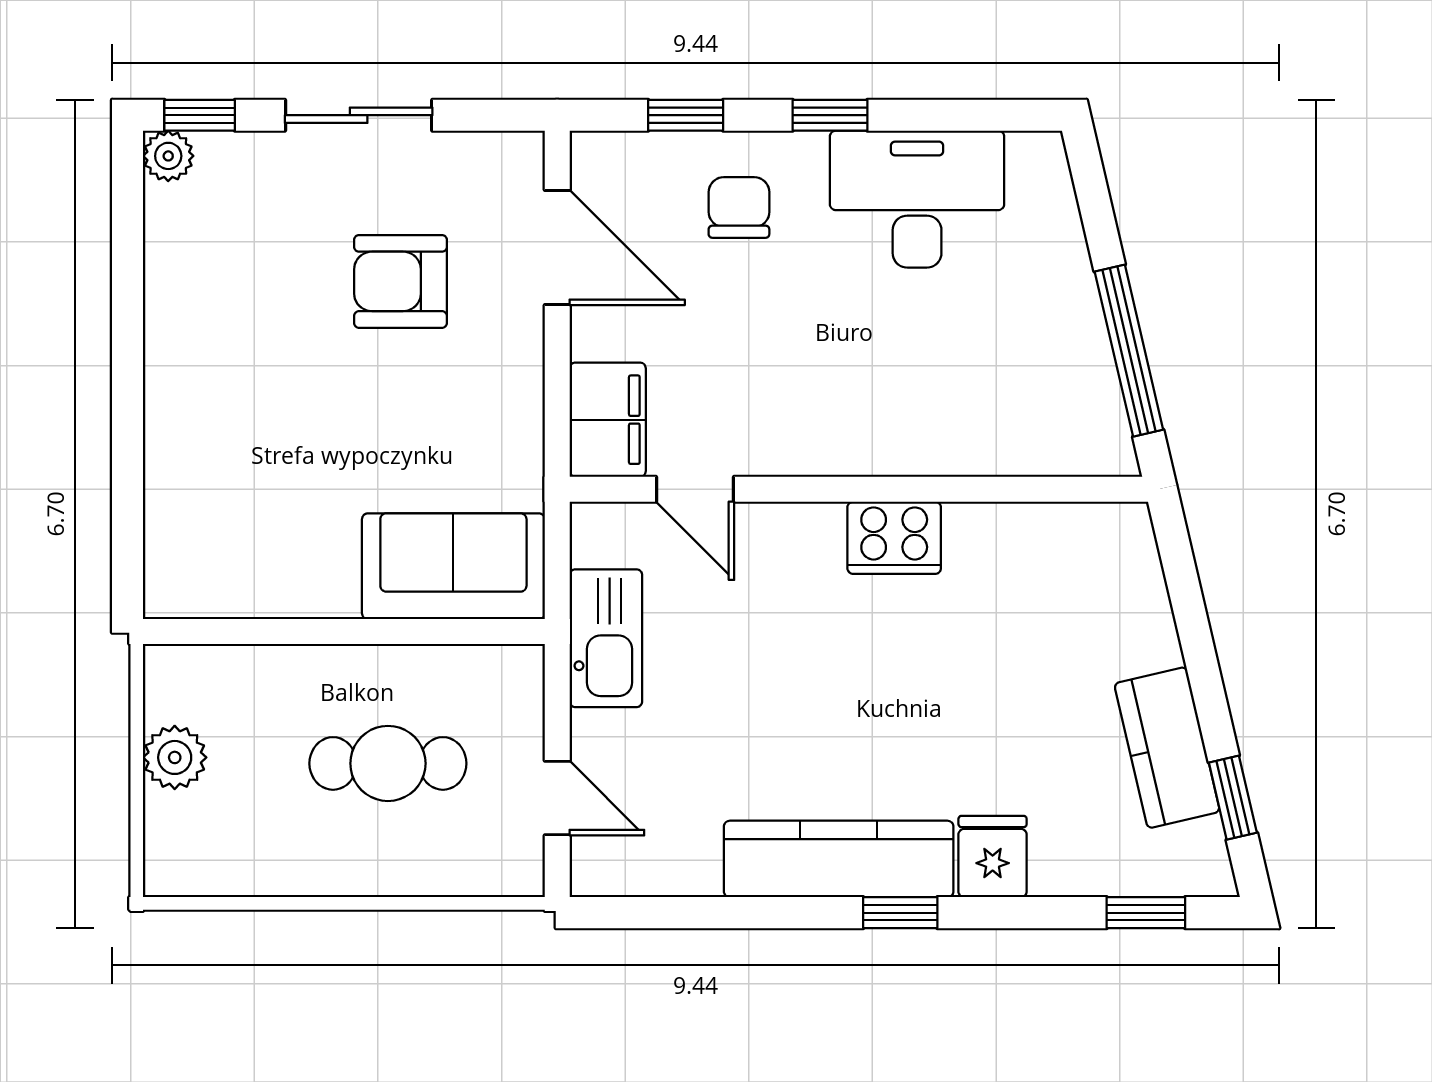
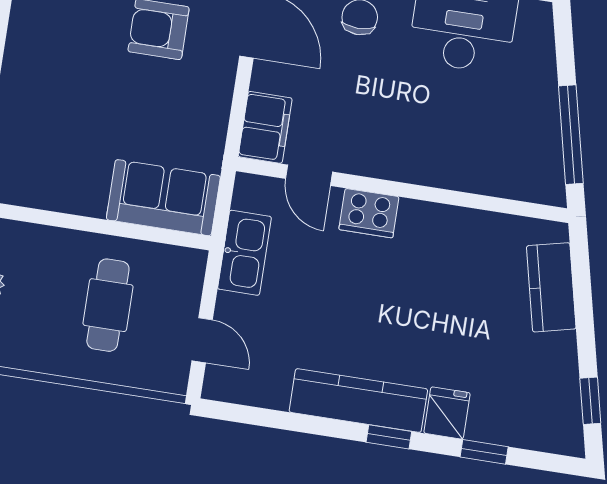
cooker: (894, 538) -> (369, 213), moved
kitchen counter: (1167, 748) -> (551, 287), moved
cafe table: (388, 763) -> (108, 305), turned 90
window: (1146, 913) -> (484, 452), moved

